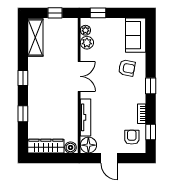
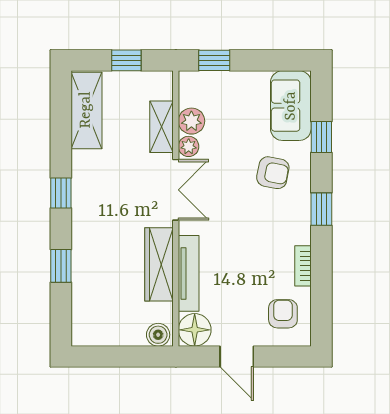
plant: (85, 30) -> (189, 146), moved
shelving: (72, 45) -> (162, 127), added
window: (151, 132) -> (321, 137), moved
wardrobe: (46, 146) -> (159, 264), moved, turned -90

